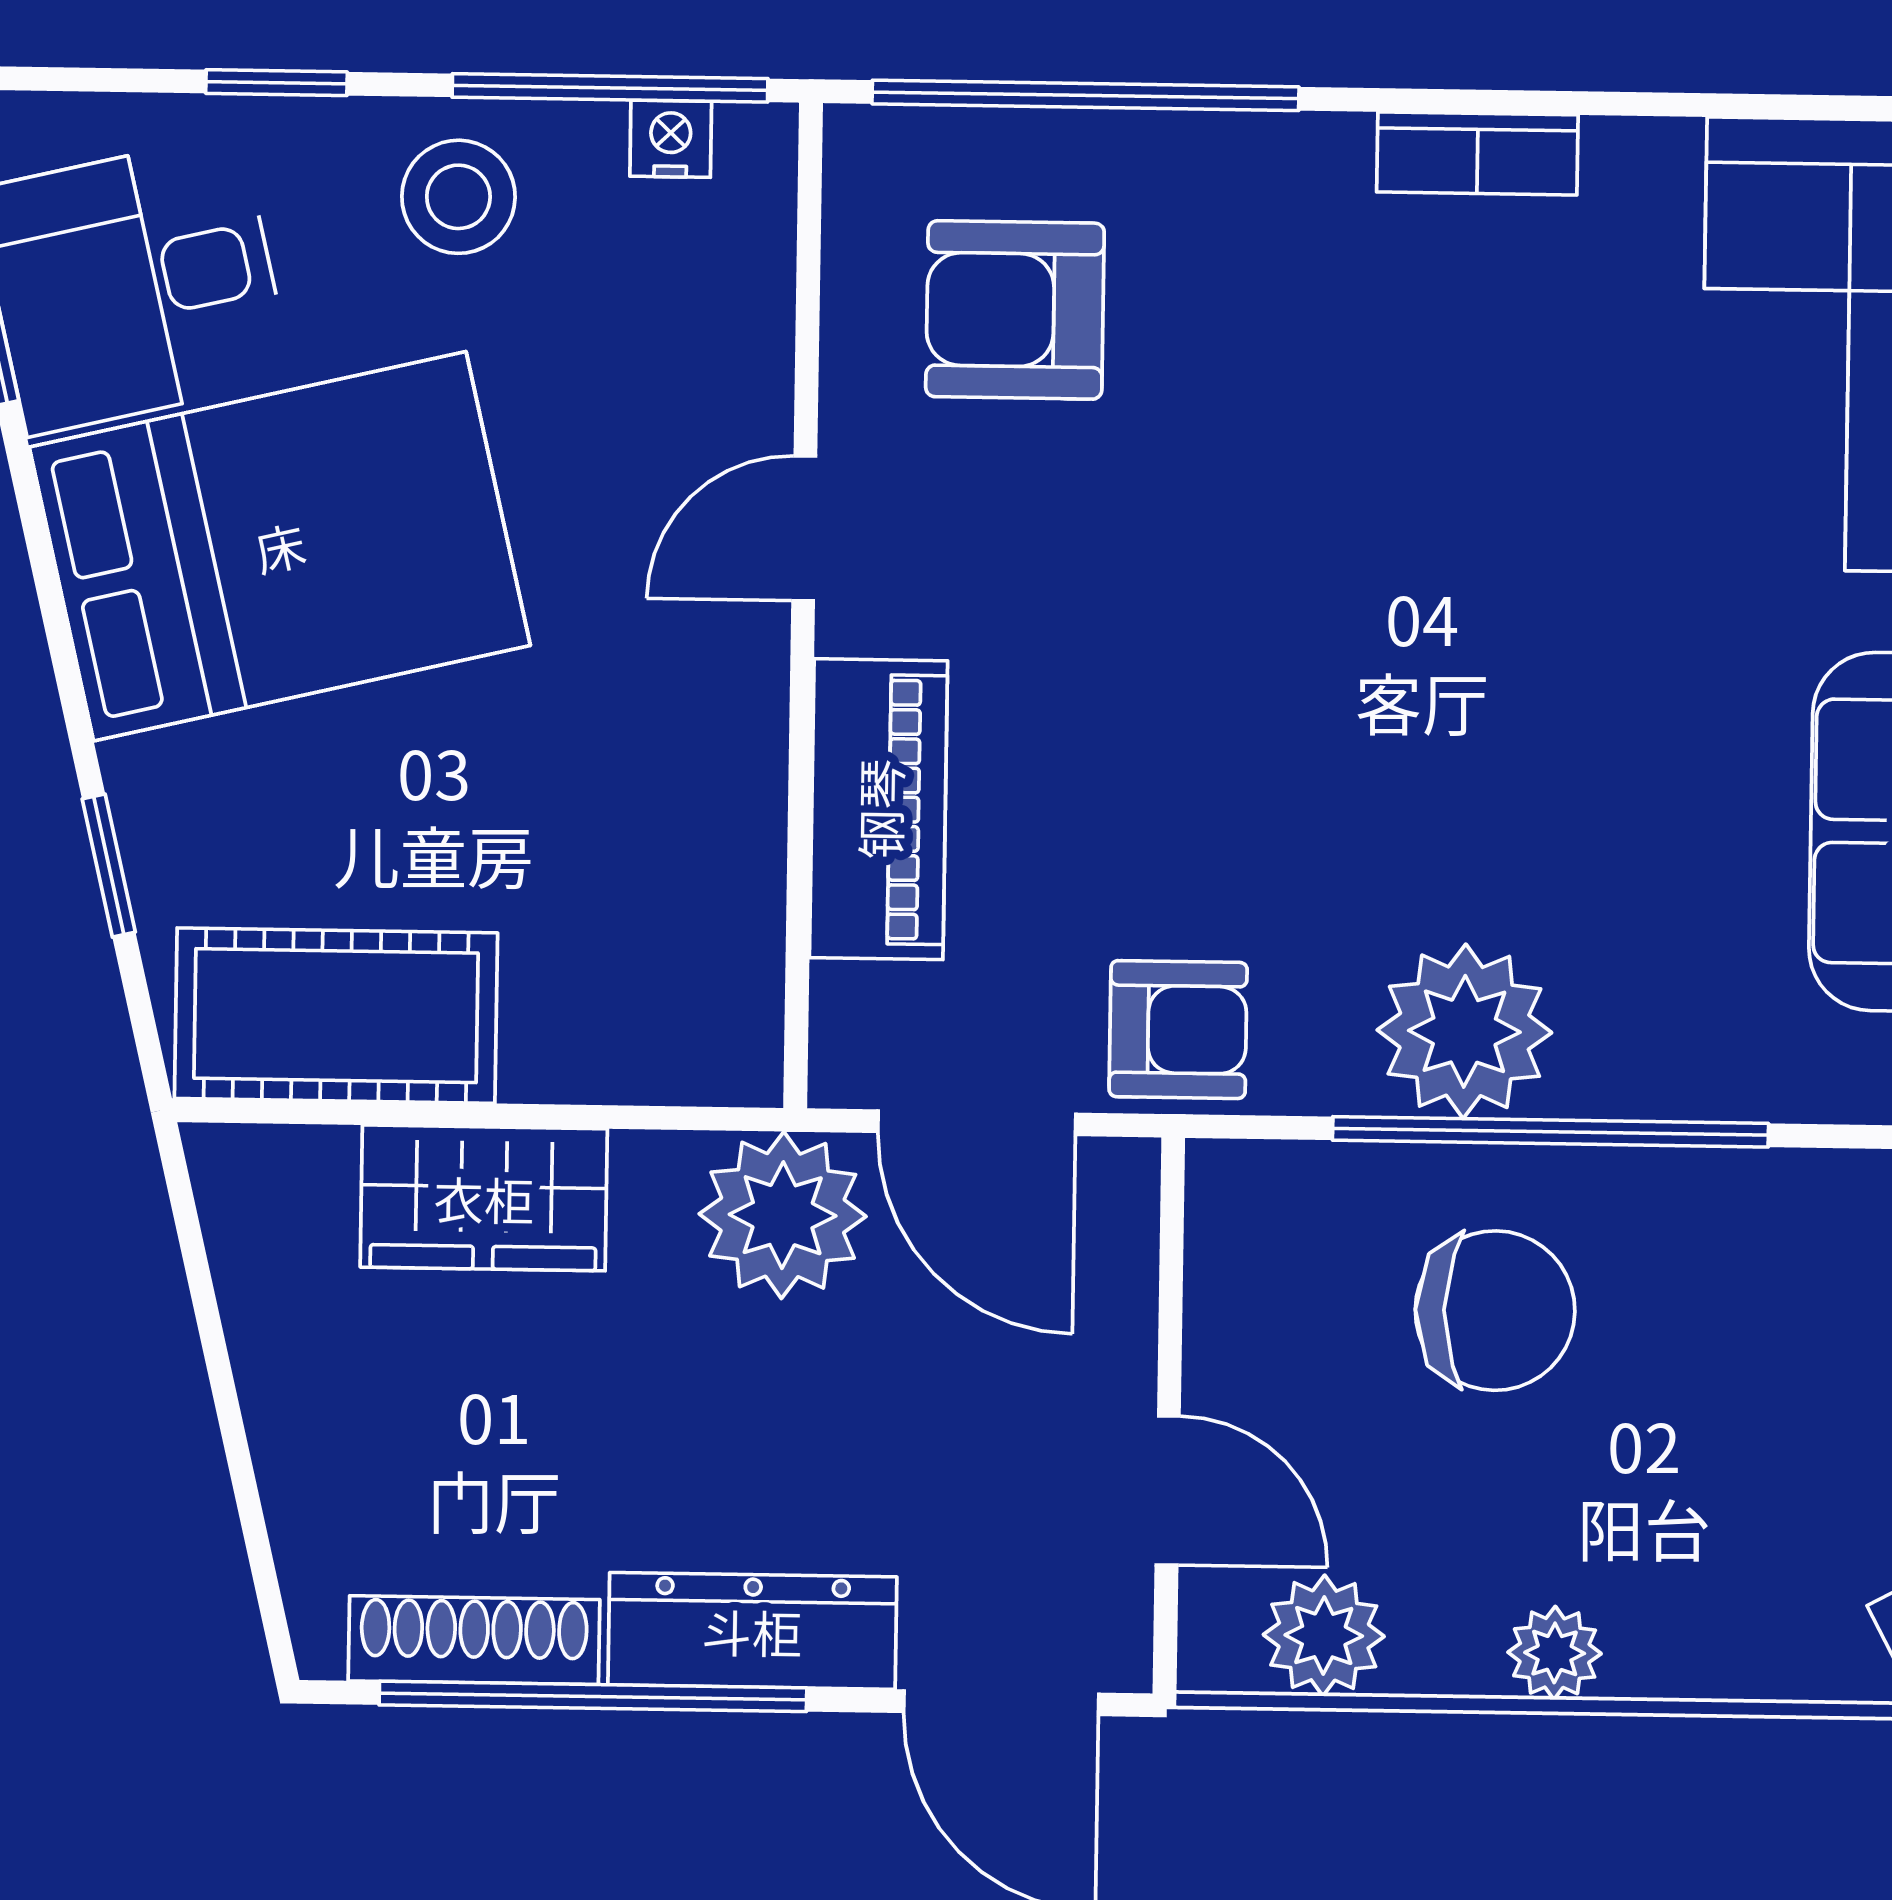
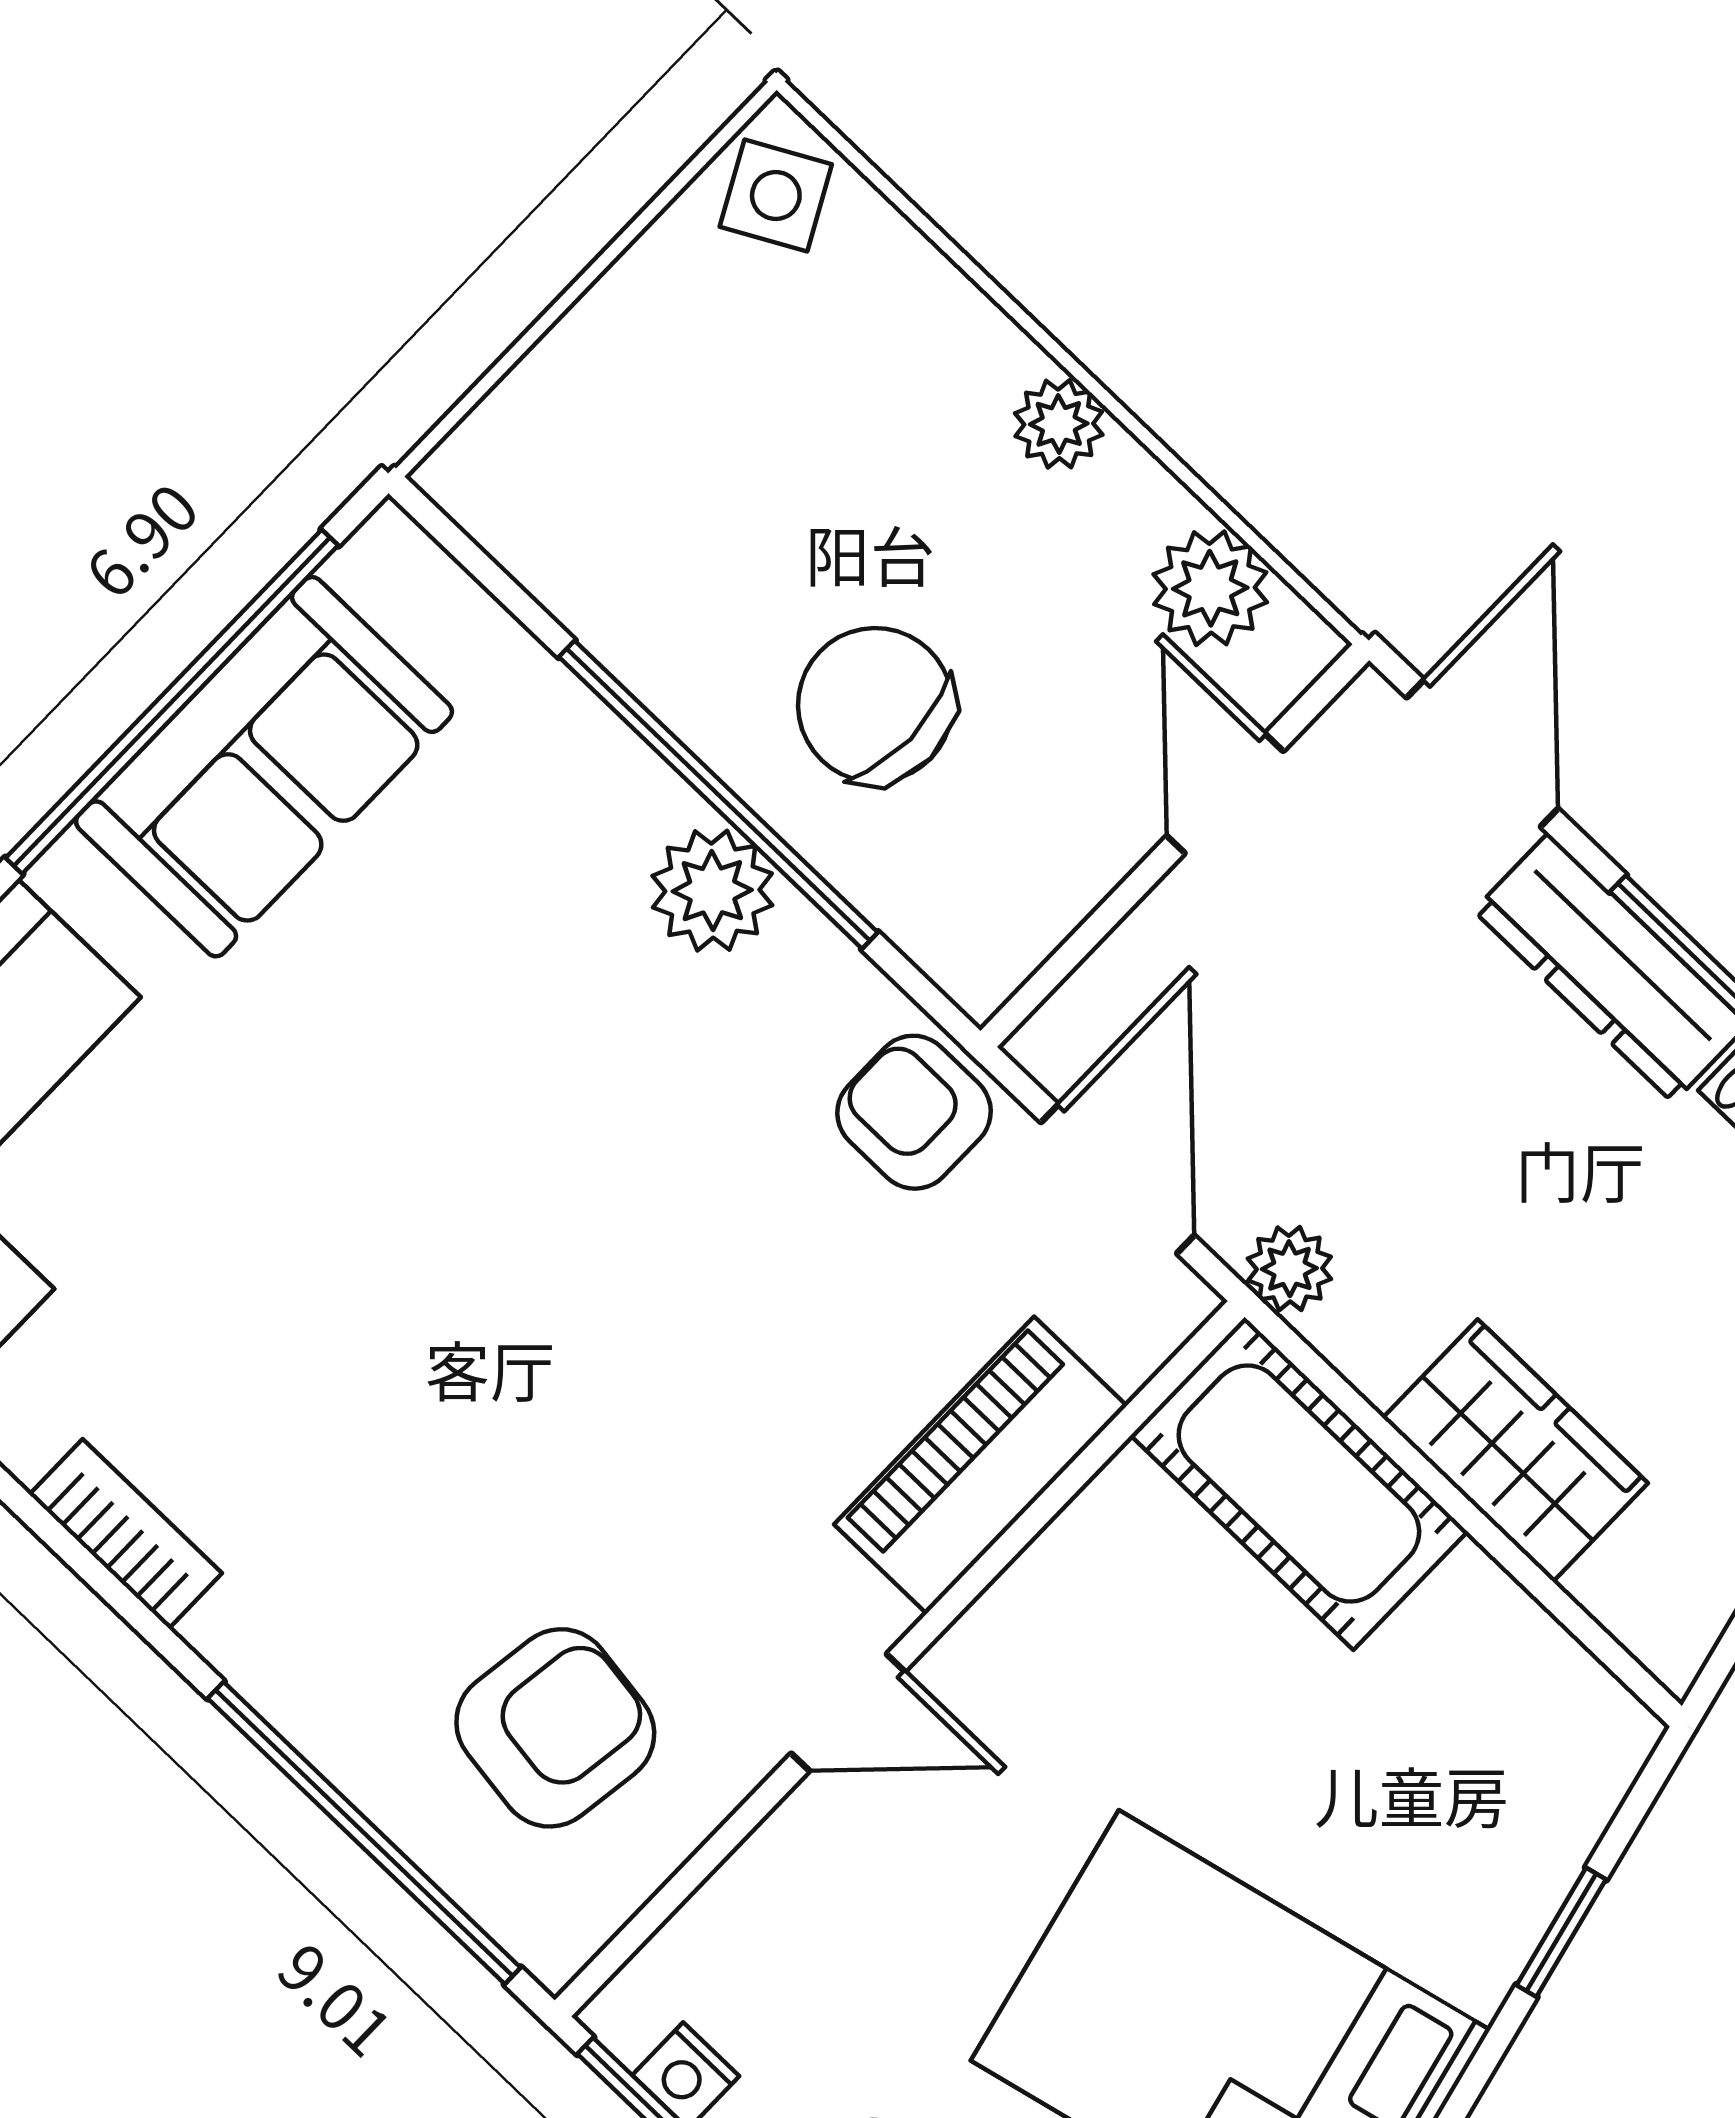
armchair: (1015, 310) -> (555, 1728), turned -82
cot: (336, 1016) -> (1299, 1483), moved
plant: (1464, 1031) -> (712, 891), width x0.73, depth x0.73
plant: (783, 1215) -> (1289, 1269), width x0.53, depth x0.53

